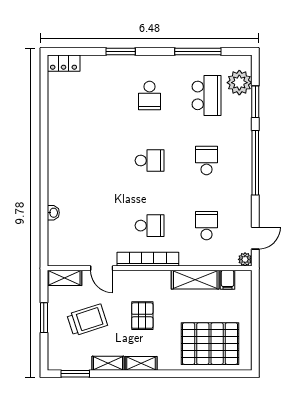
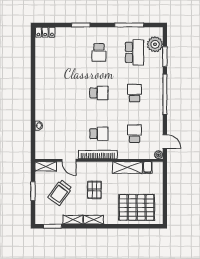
door: (255, 238) -> (165, 141), hinge flipped
trolley: (87, 320) -> (60, 193), turned 144

